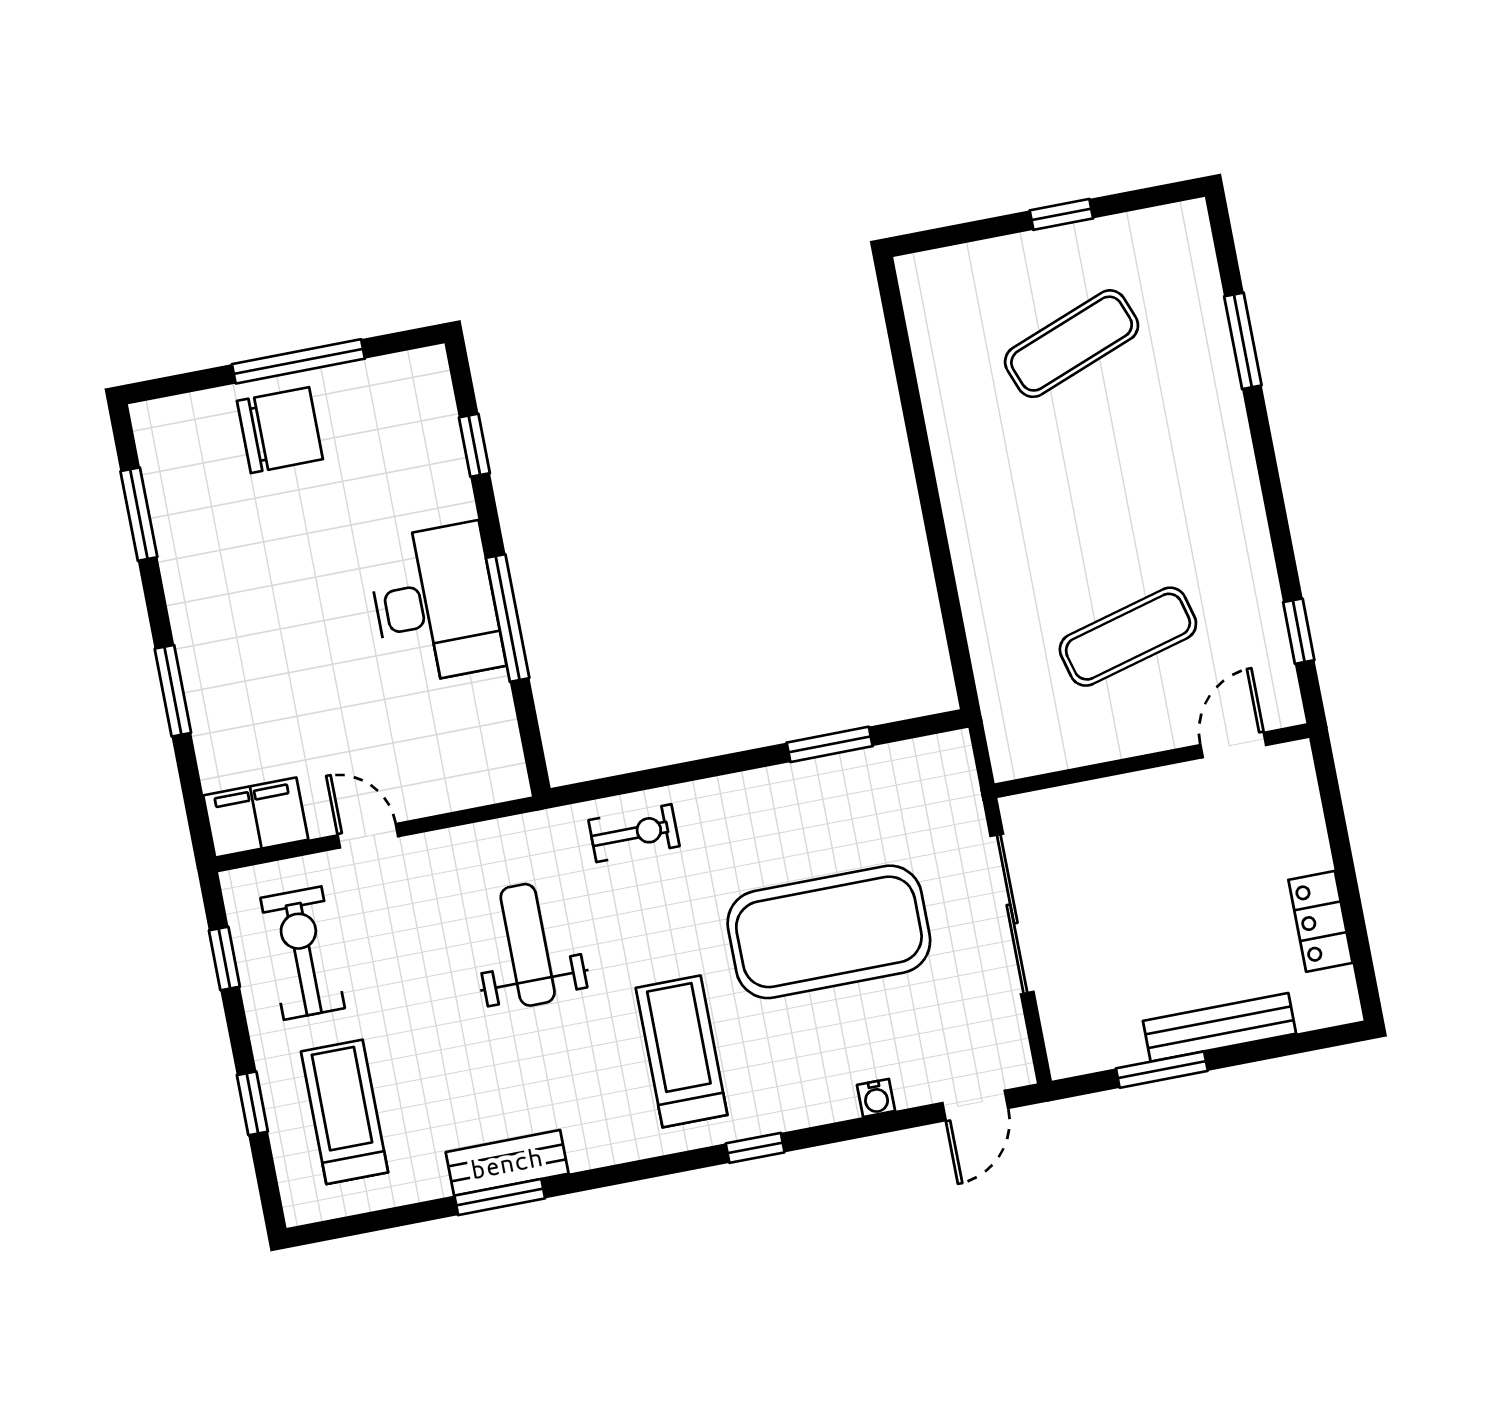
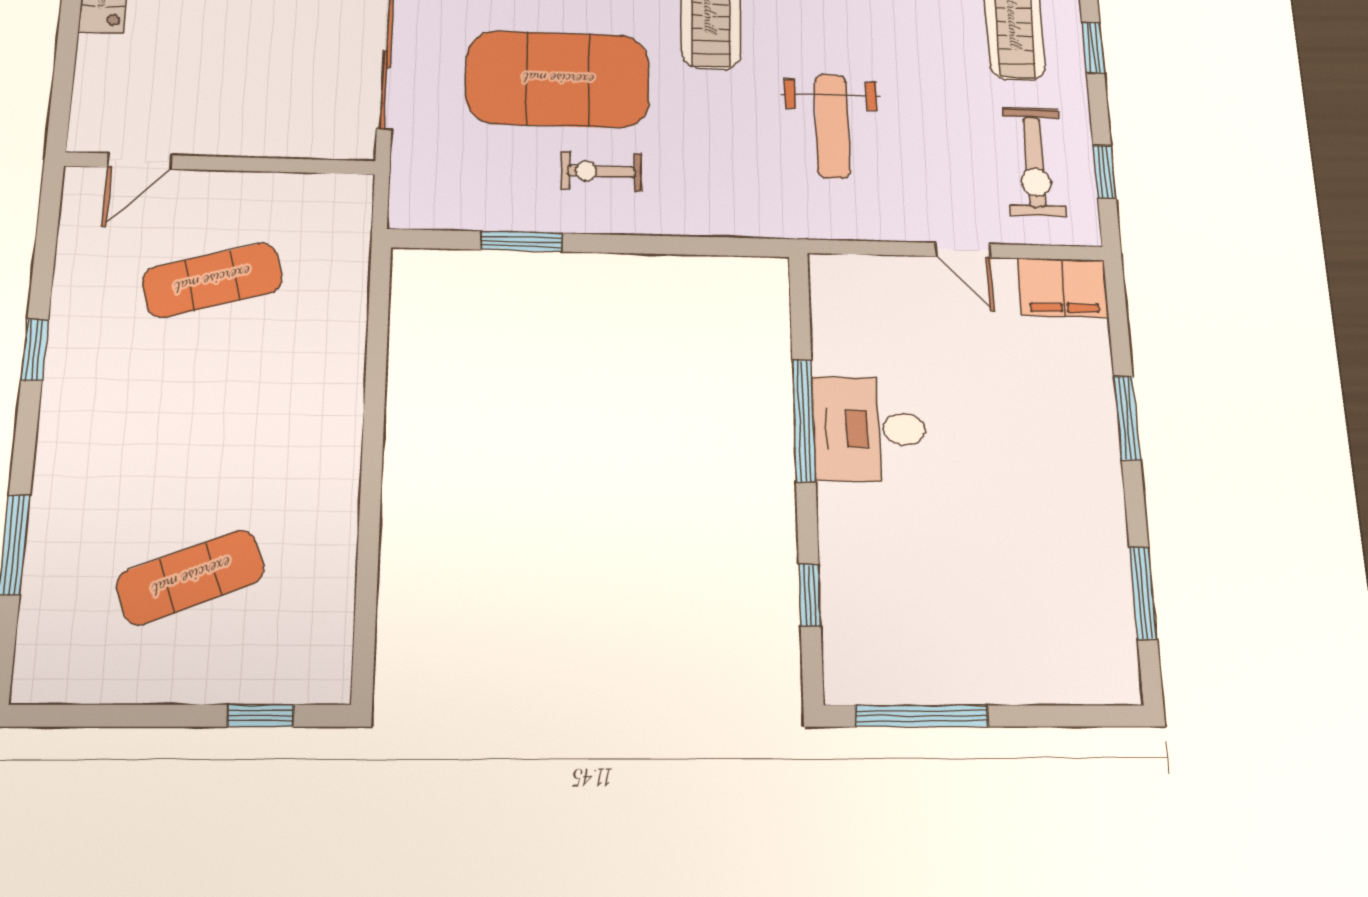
window: (1061, 214) -> (261, 716), moved
window: (298, 361) -> (922, 716), moved
chair: (280, 430) -> (998, 649), removed
desk: (435, 604) -> (870, 429), width x0.73
window: (1299, 631) -> (35, 350), moved
exercise bike: (634, 833) -> (601, 171), moved

